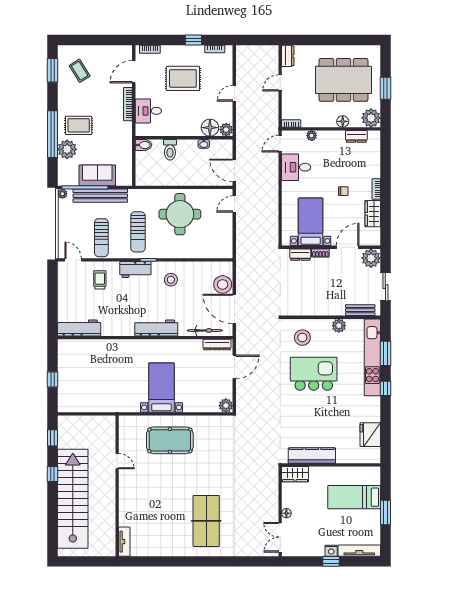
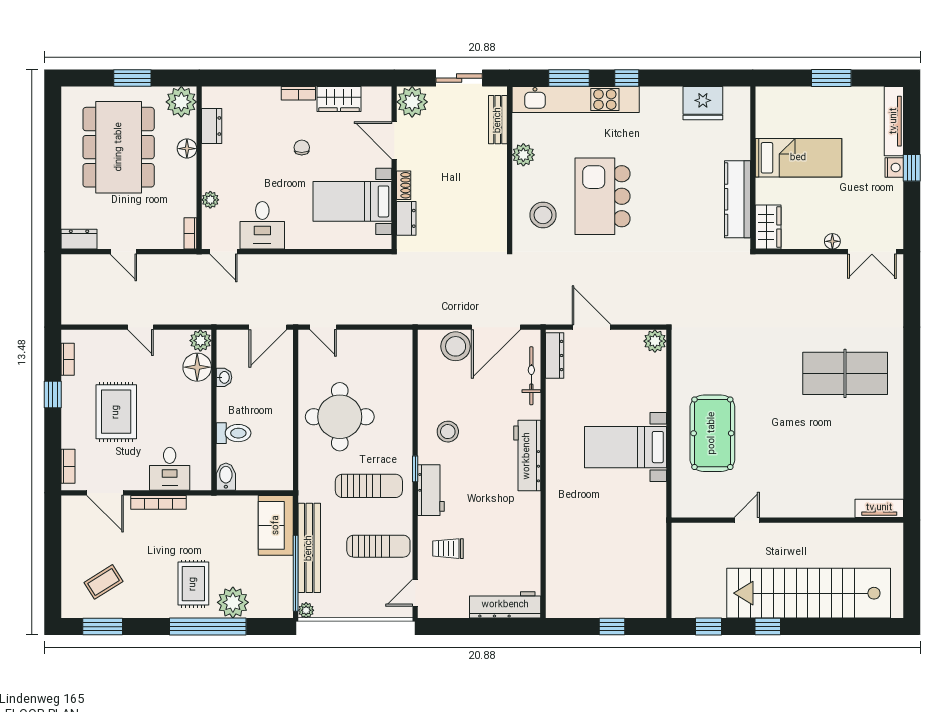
sofa: (97, 175) -> (276, 525), moved
workbench: (79, 328) -> (505, 605), moved, turned 90
bed: (354, 497) -> (798, 158), moved, turned -90

